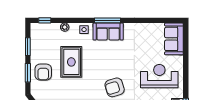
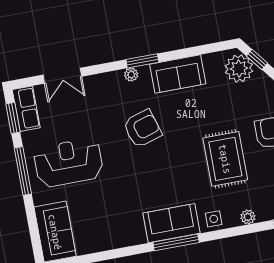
reception desk: (159, 76) -> (69, 163), turned 180
window: (186, 76) -> (23, 171), added

